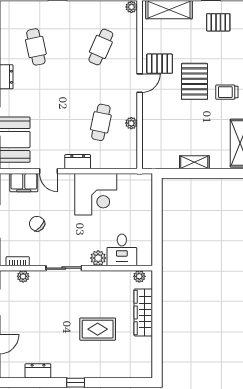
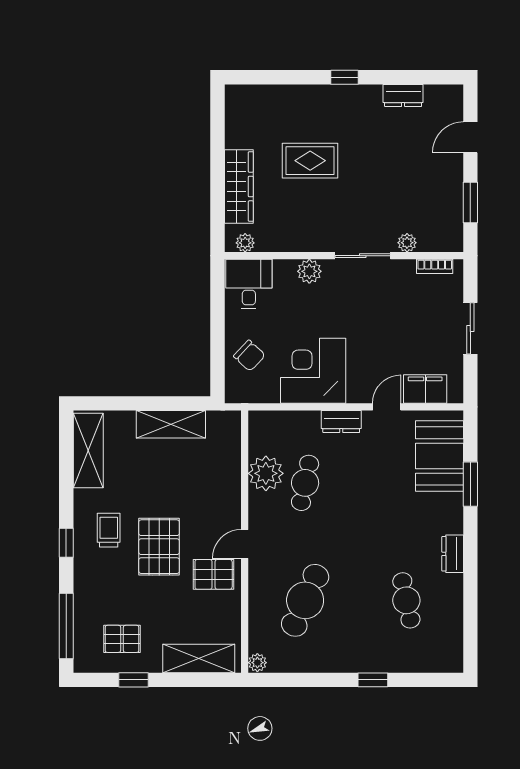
cafe table: (101, 47) -> (305, 600), width x1.37, depth x1.35
trolley: (227, 92) -> (109, 530), turned -90
plant: (131, 123) -> (266, 473), width x1.88, depth x1.88
shelving: (194, 162) -> (171, 424), width x1.50, depth x1.33
door: (48, 171) -> (387, 407), hinge flipped
chair: (37, 224) -> (249, 356), moved
desk: (122, 250) -> (249, 284), moved
plant: (23, 276) -> (407, 243), moved

